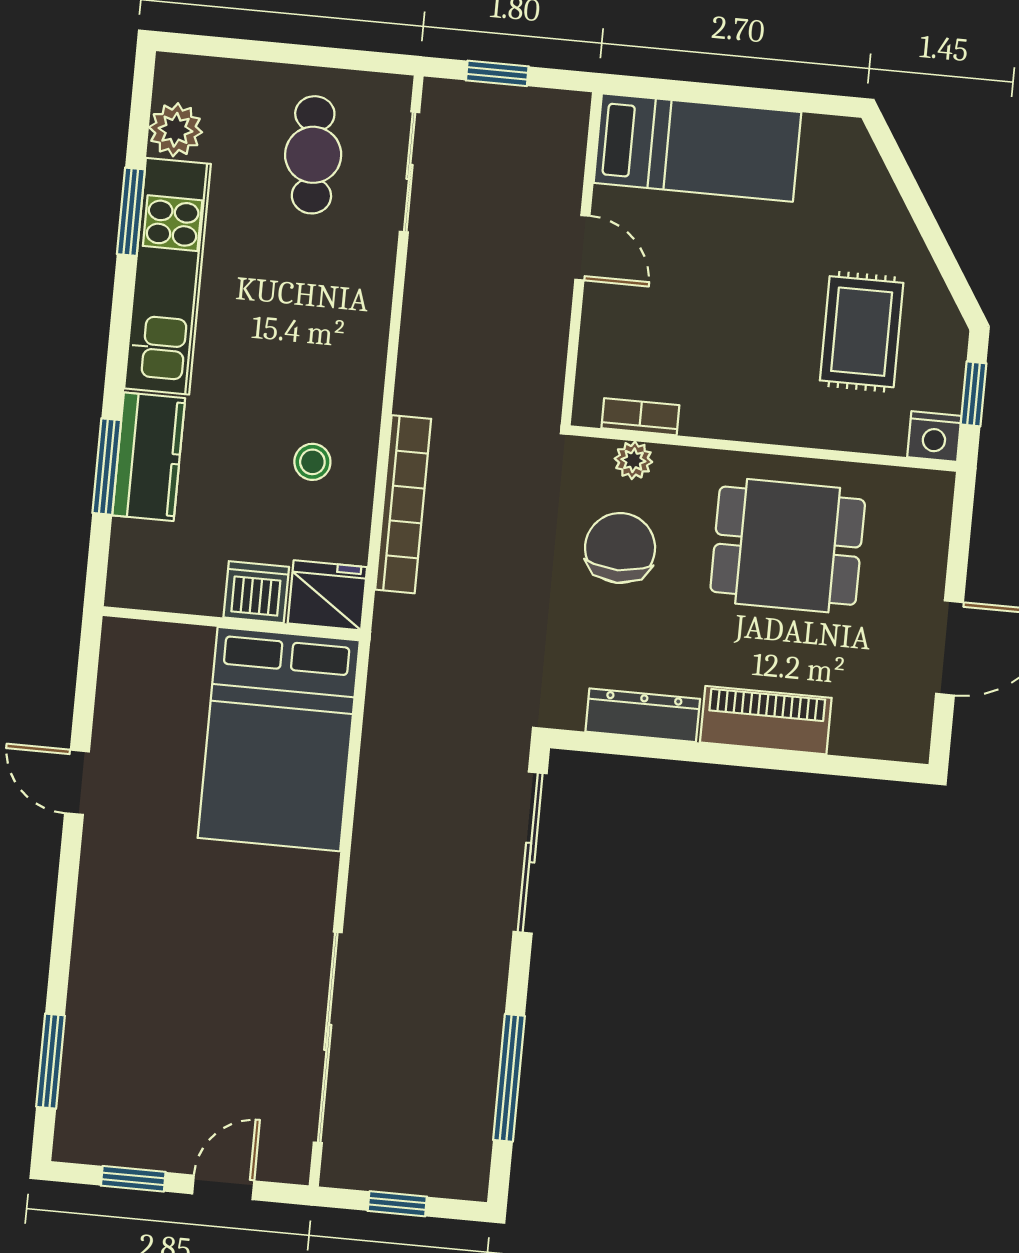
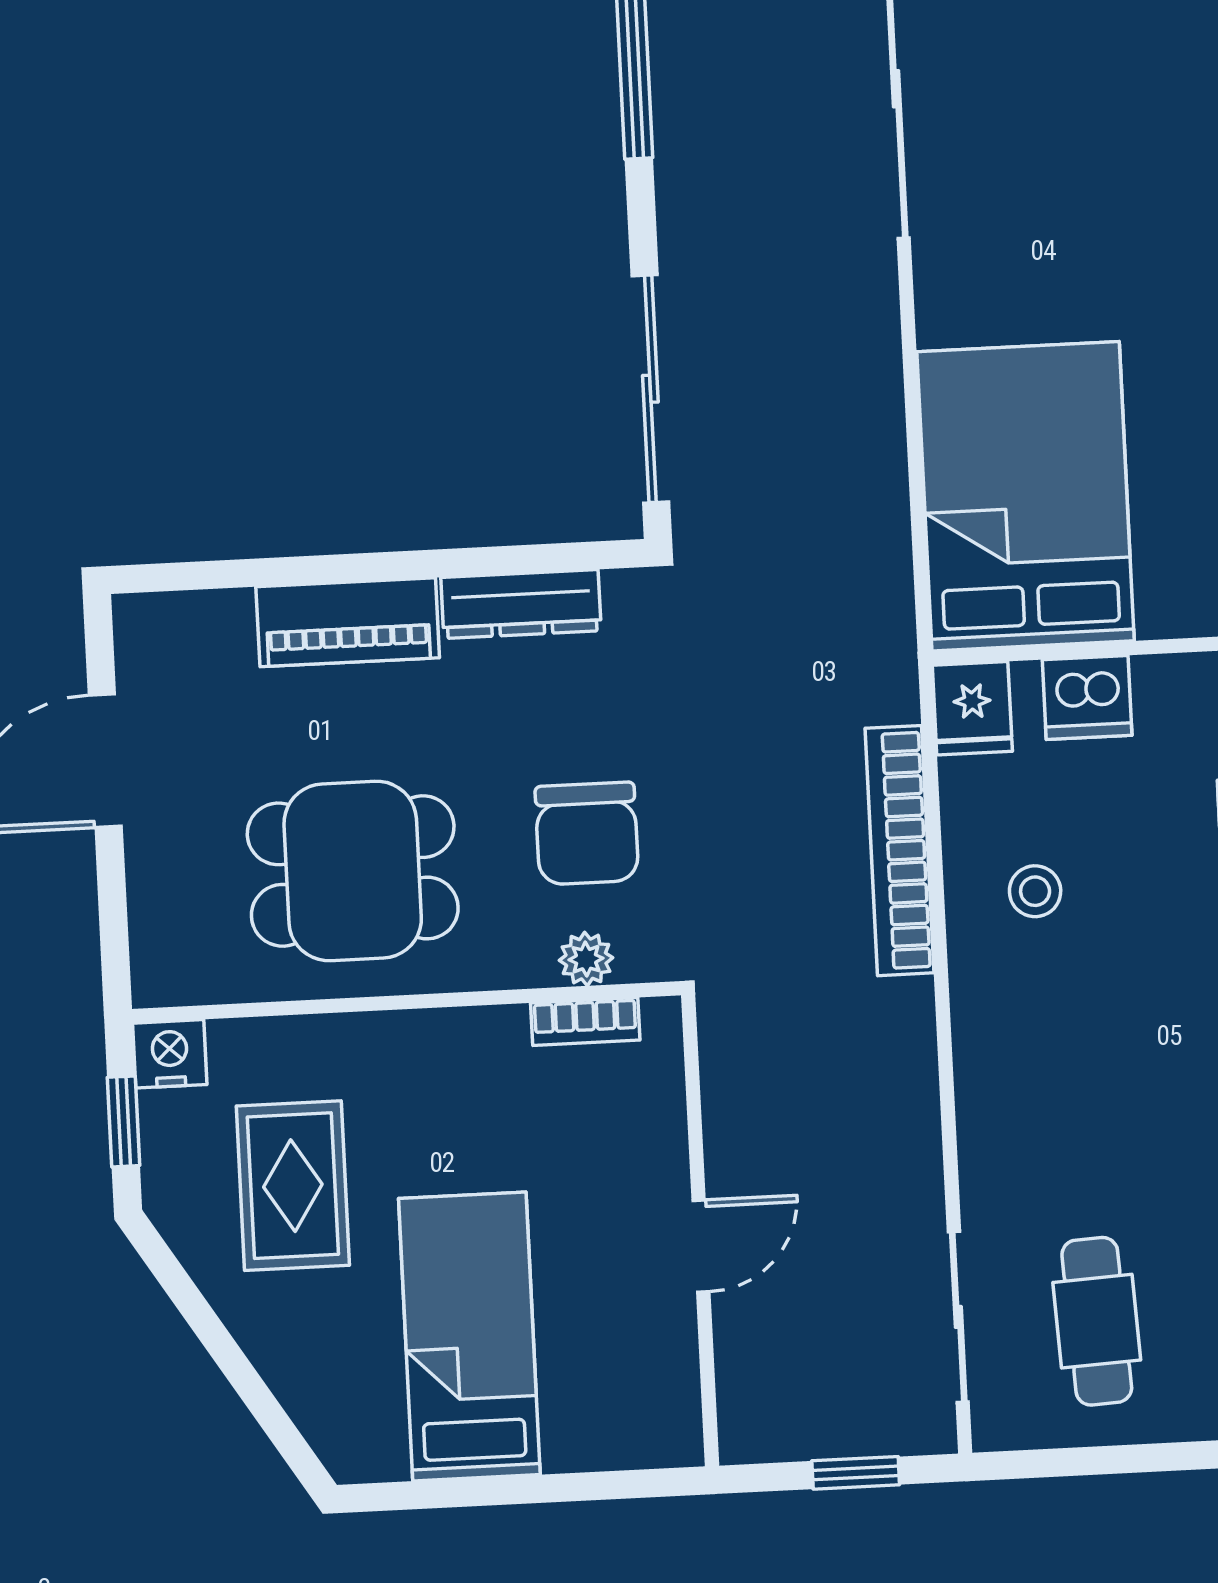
bed: (697, 148) -> (469, 1337), moved, turned 90
door: (582, 248) -> (701, 1246), swing flipped
fridge: (327, 595) -> (972, 708), width x0.72

